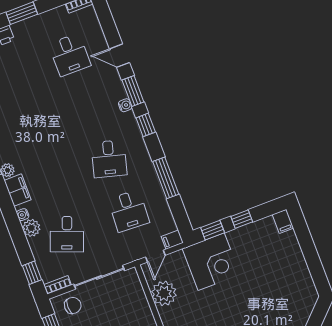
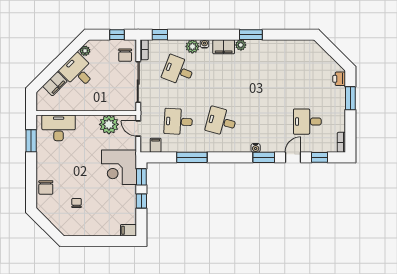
window: (146, 125) -> (320, 157), moved
filing cabinet: (172, 240) -> (156, 145), moved
chair: (274, 297) -> (77, 203), added

